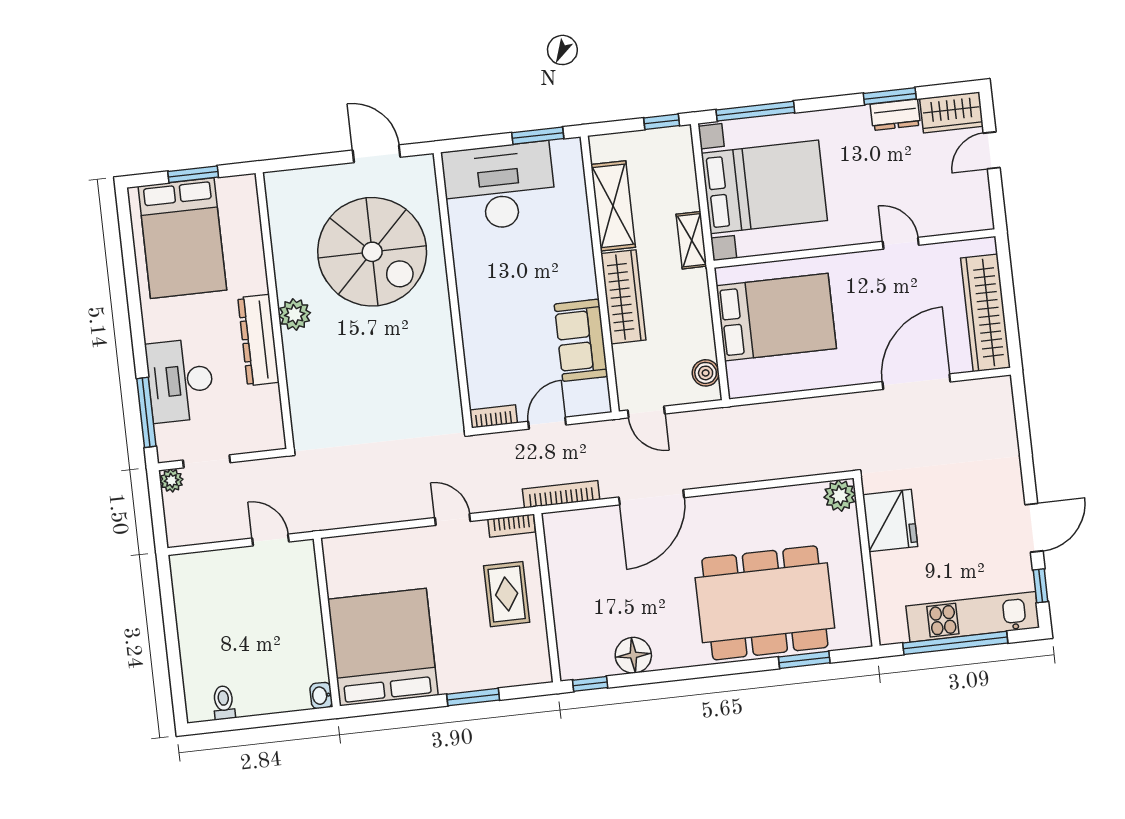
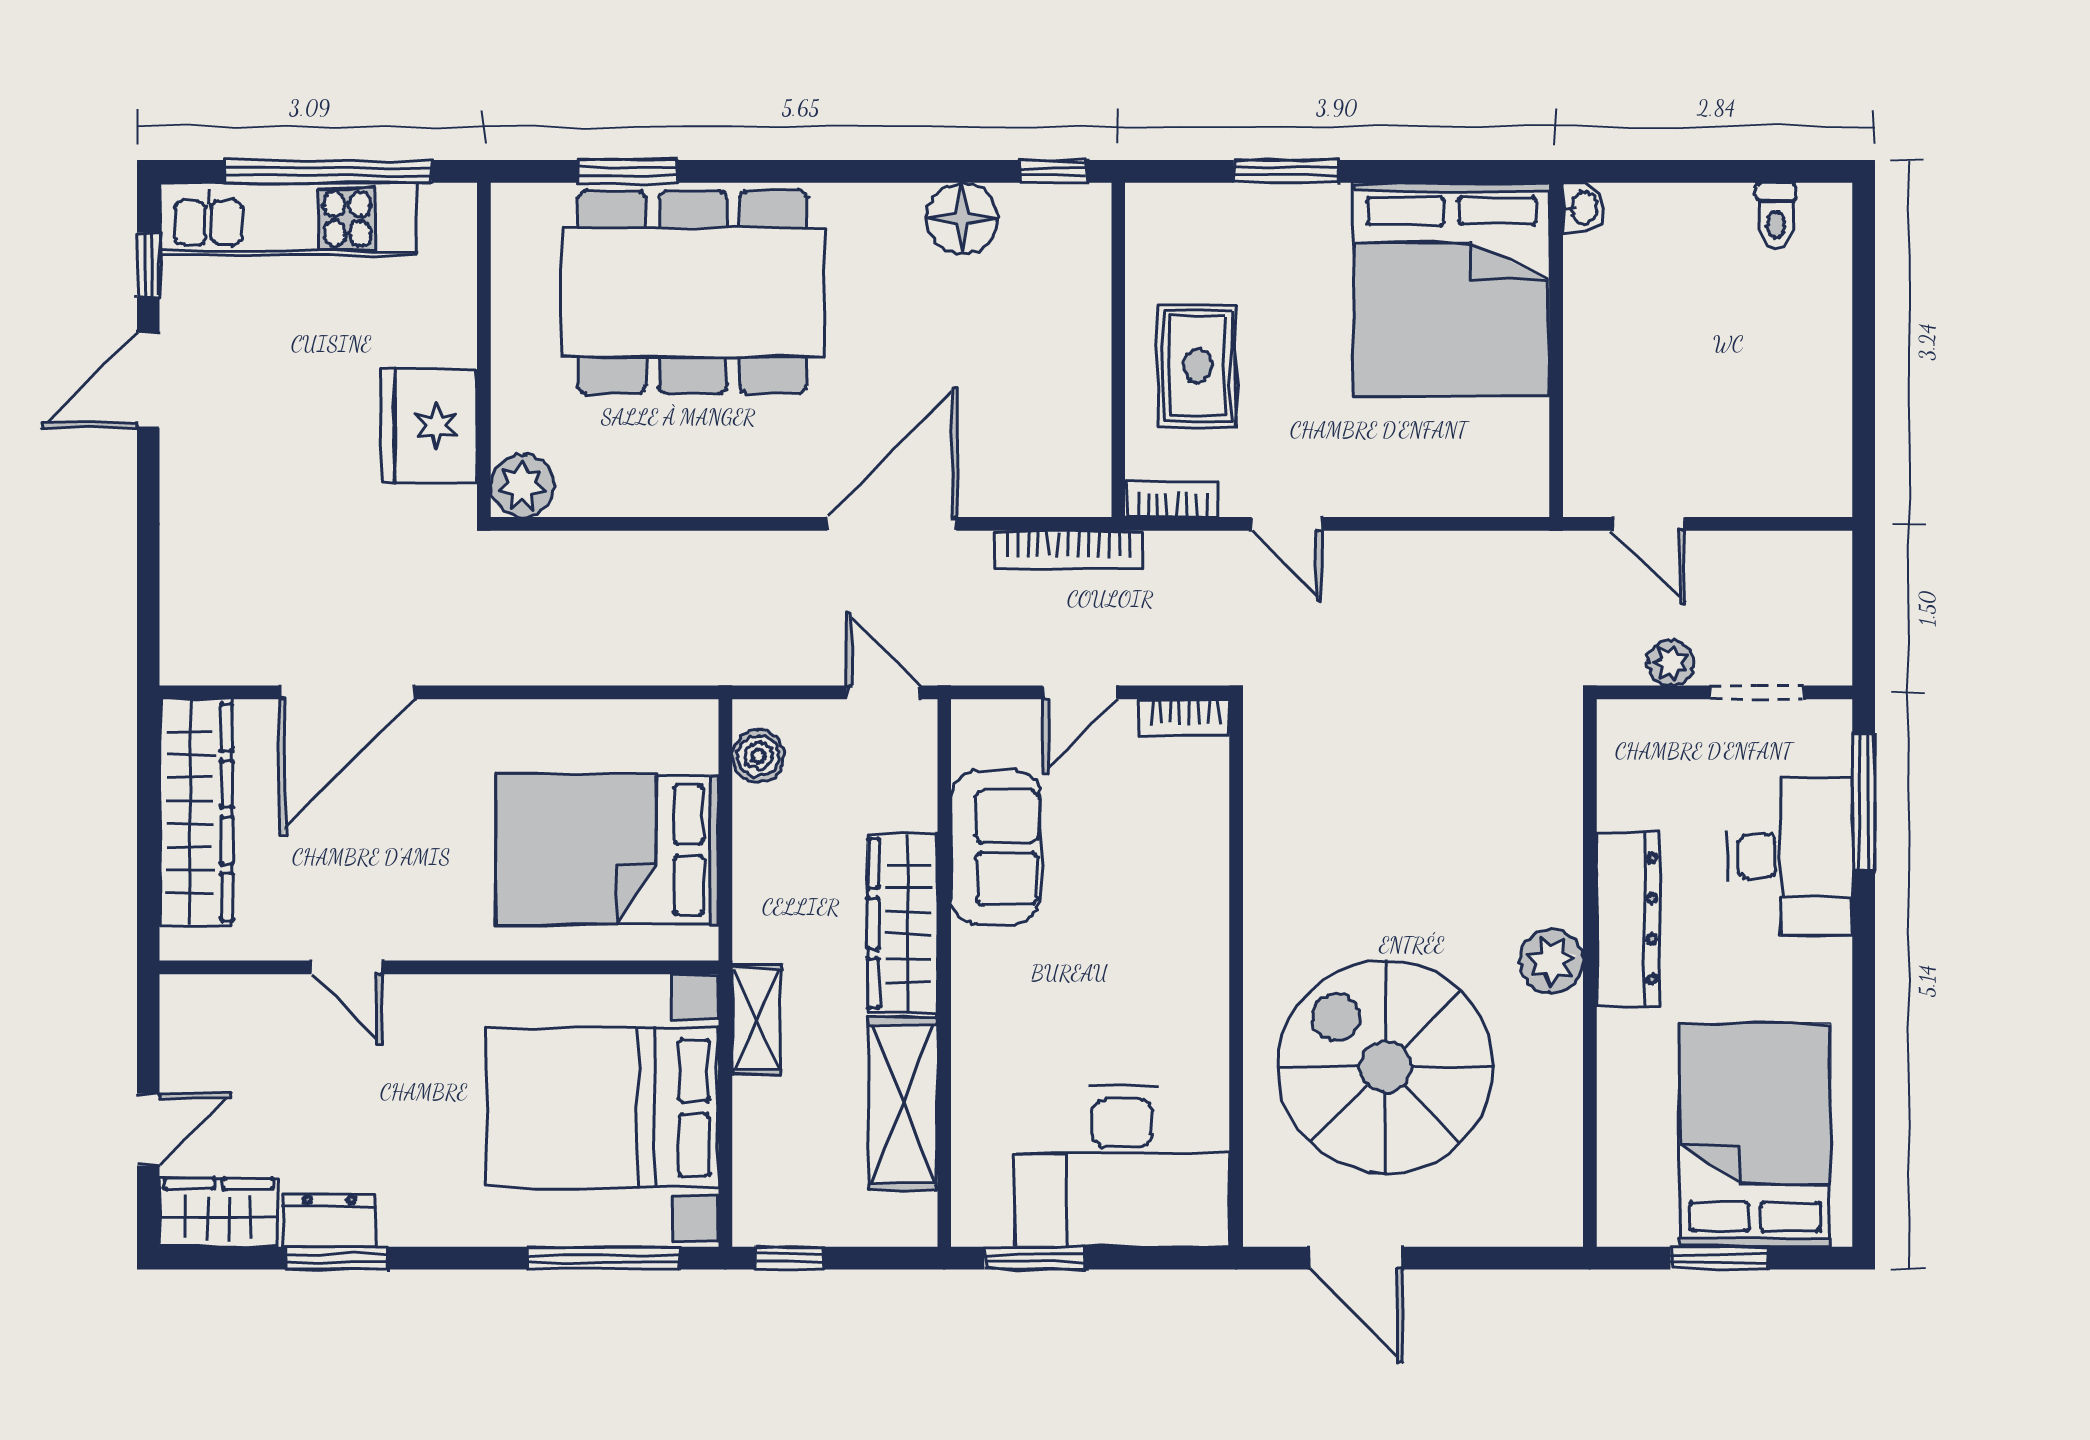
plant: (171, 480) -> (1671, 663), moved

